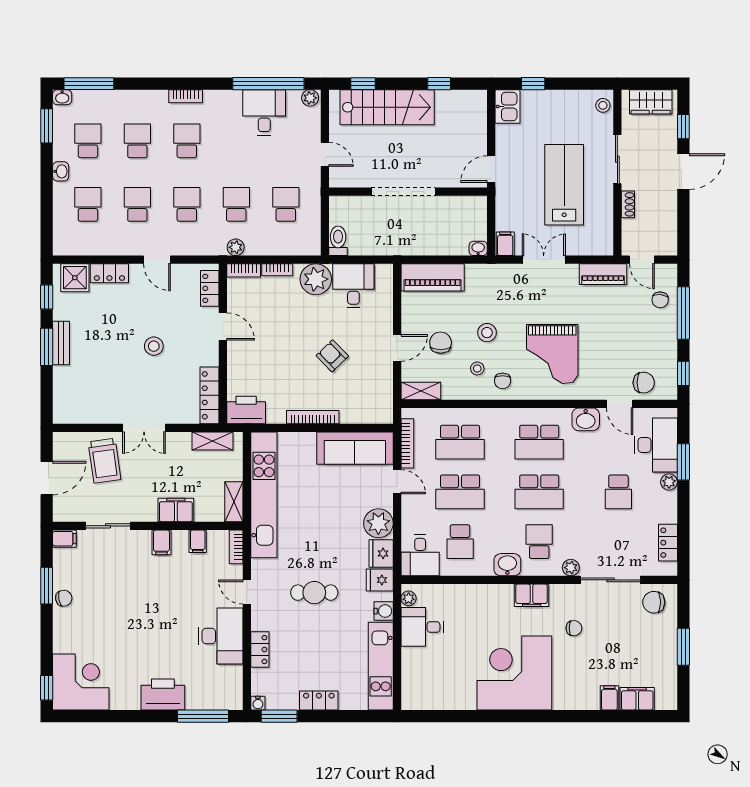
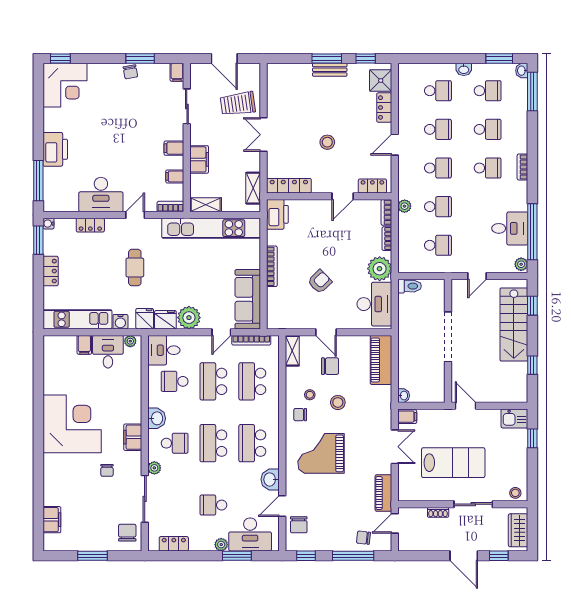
desk: (353, 286) -> (374, 304), width x1.37
filing cabinet: (609, 698) -> (84, 345), moved, turned 90

